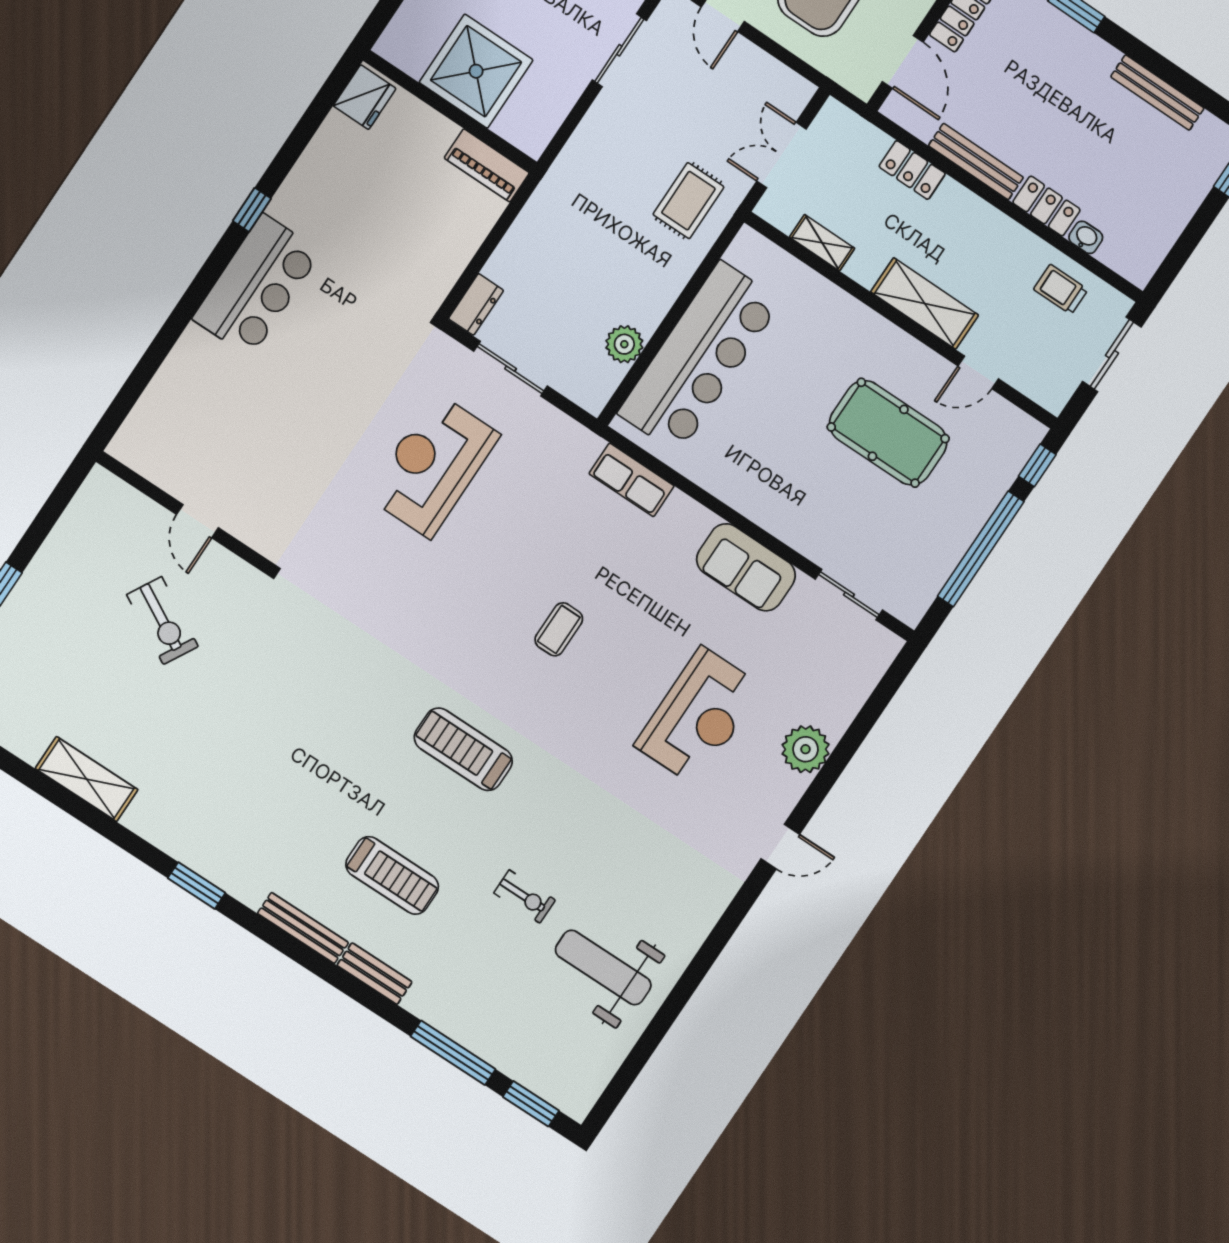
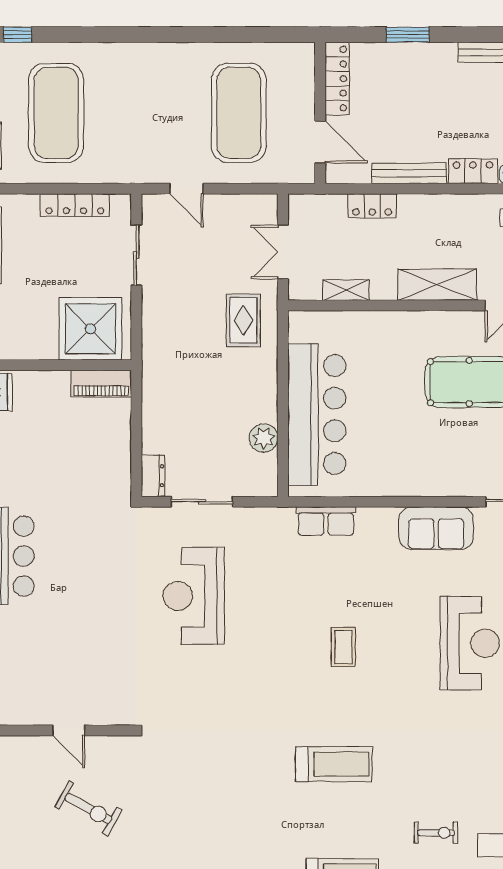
shower: (476, 71) -> (90, 329), moved
treadmill: (463, 749) -> (334, 764), turned 180

